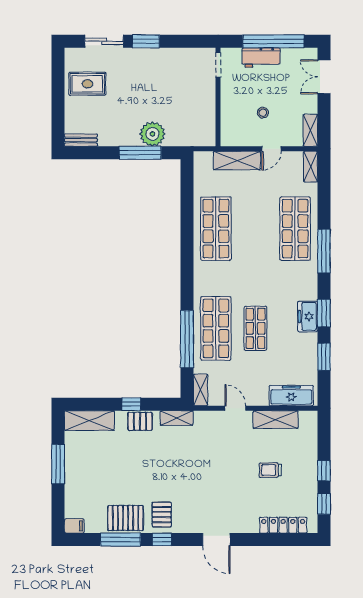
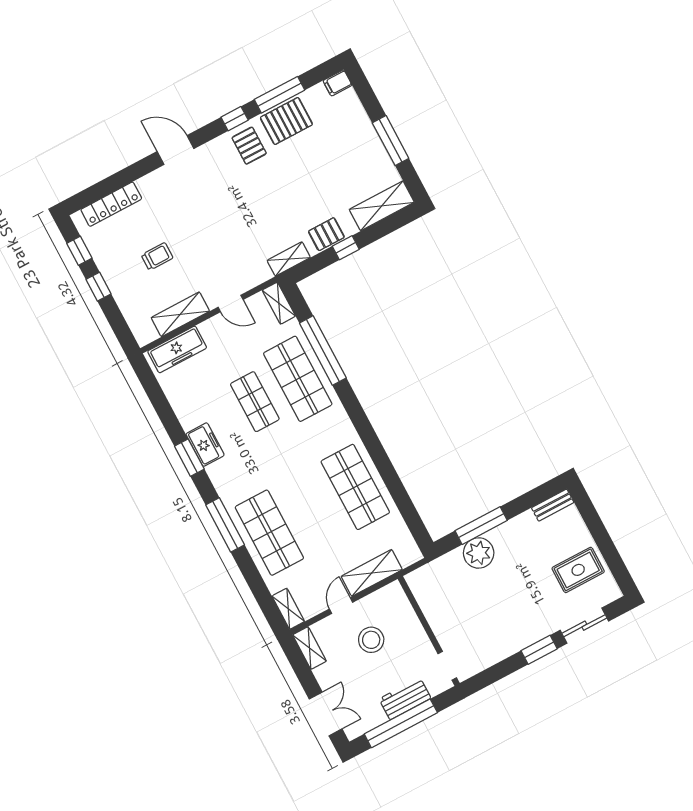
stool: (263, 113) -> (371, 640), width x1.89, depth x1.89
window: (324, 357) -> (164, 410), removed

